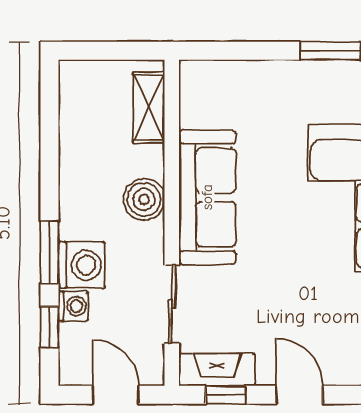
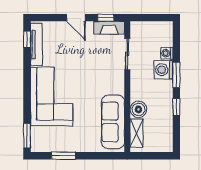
sofa: (207, 197) -> (113, 122), moved
boiler: (144, 199) -> (138, 109), moved
window: (49, 327) -> (176, 107), moved
door: (116, 395) -> (150, 18), removed

